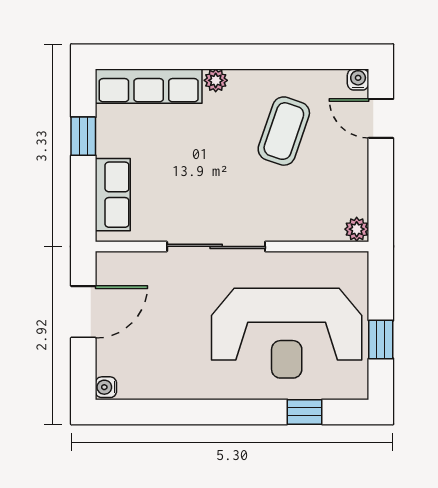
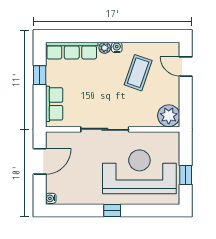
water cooler: (358, 79) -> (117, 47), moved
plant: (357, 229) -> (169, 116), width x1.88, depth x1.88
reception desk: (287, 333) -> (139, 172), turned 180
window: (305, 412) -> (112, 211), moved

